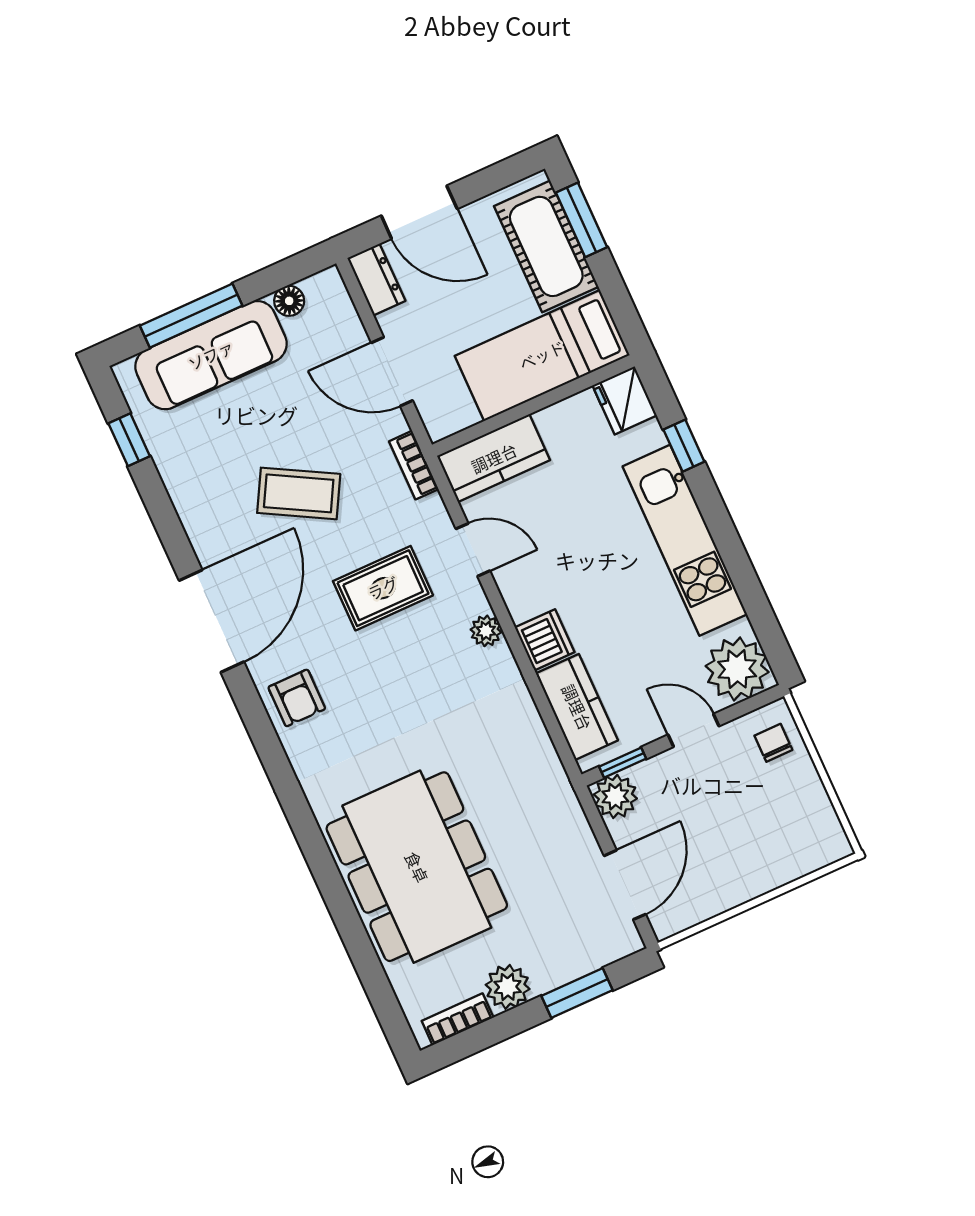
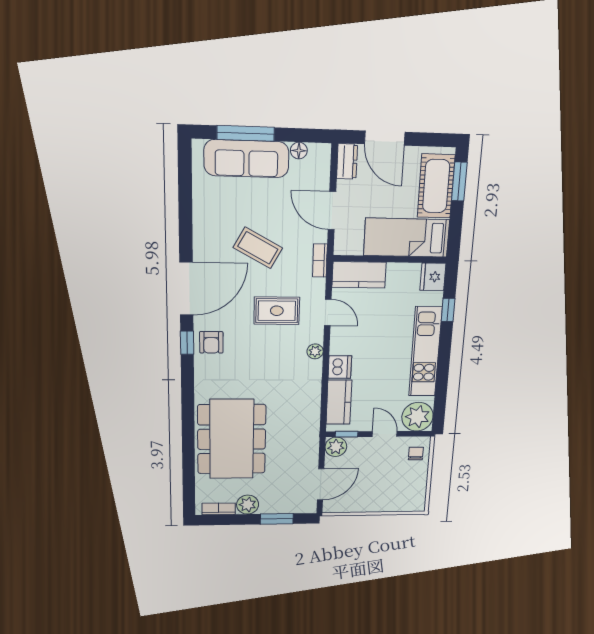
window: (129, 440) -> (187, 343), moved

